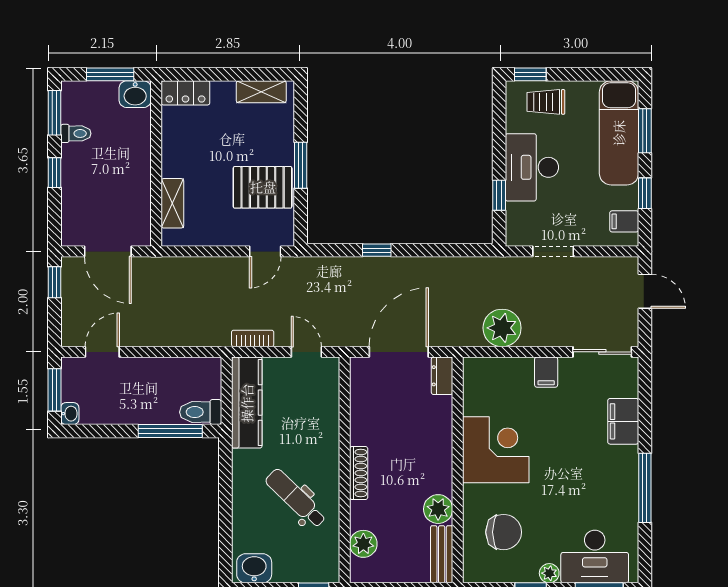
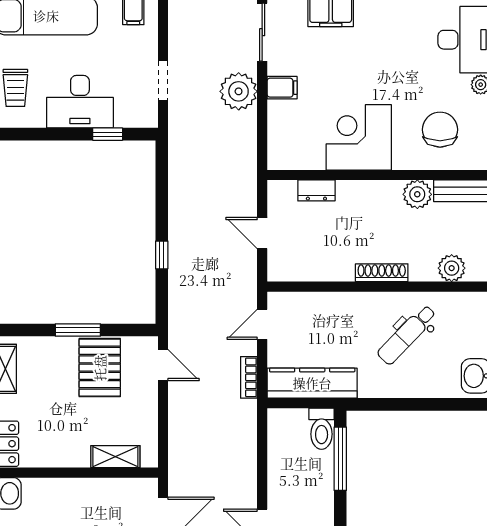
plant: (502, 328) -> (239, 91), moved
door: (399, 352) -> (262, 233), width x0.53
dresser: (442, 376) -> (316, 190), moved

